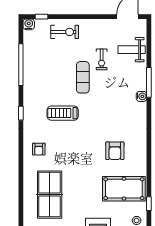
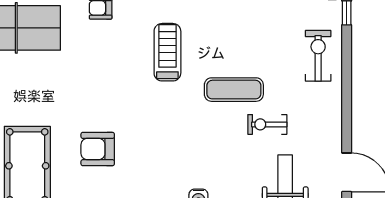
exercise bike: (65, 32) -> (318, 56), turned 180

